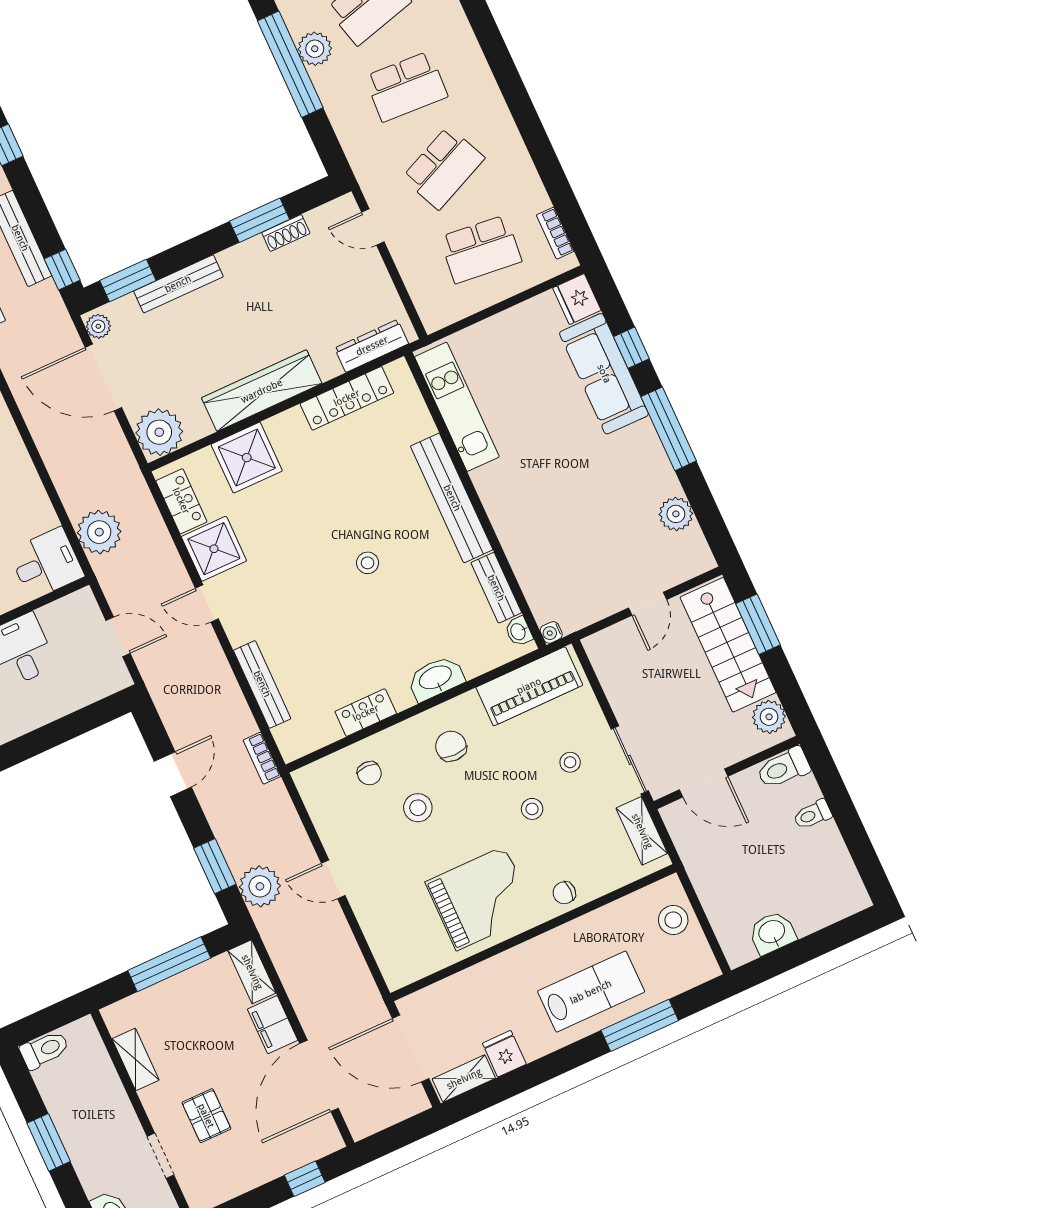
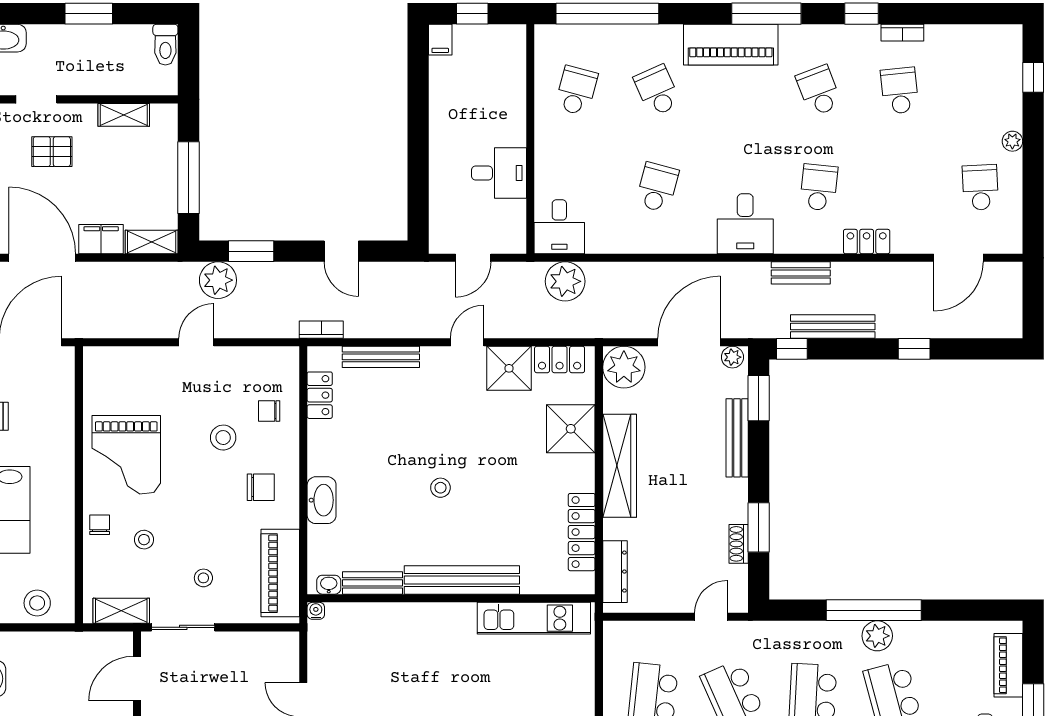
locker: (366, 713) -> (320, 395), moved
stool: (532, 809) -> (144, 540), moved

